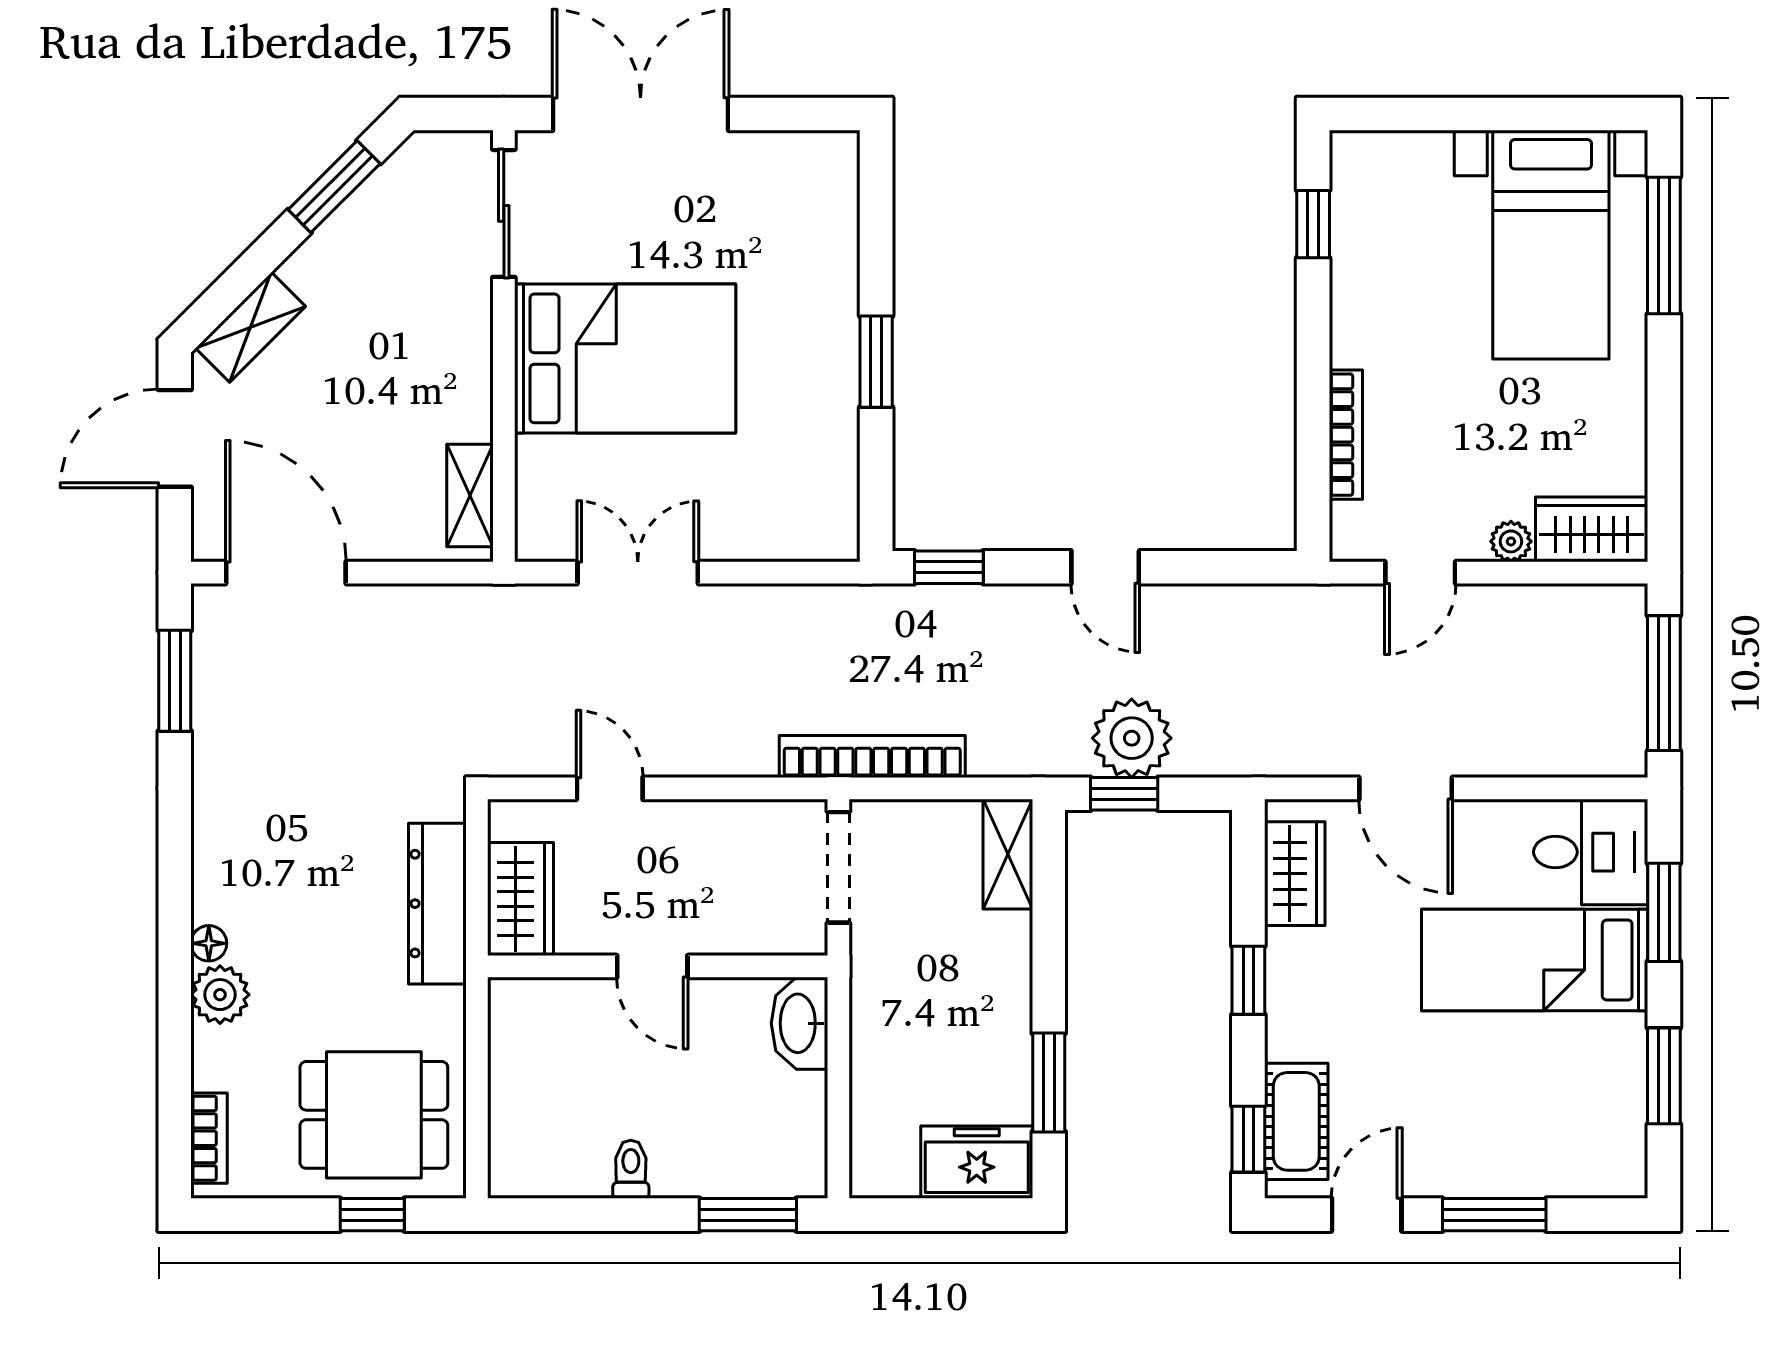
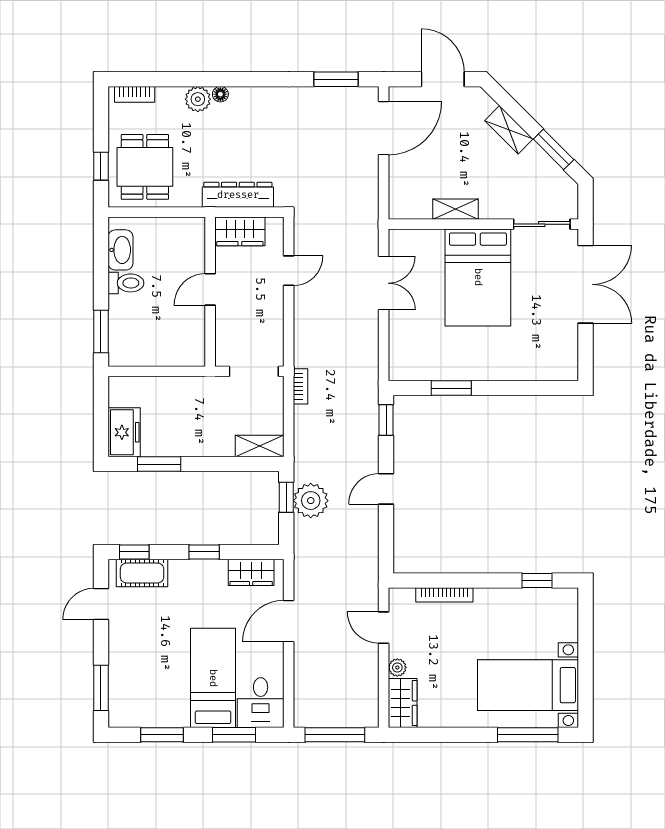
shelving: (251, 327) -> (509, 130), moved
window: (876, 362) -> (451, 388), moved
shelving: (470, 496) -> (455, 209), moved
bookcase: (872, 757) -> (300, 386), width x0.43, depth x0.76
washbasin: (799, 1023) -> (120, 250), moved, turned 90
toilet: (631, 1169) -> (126, 283), width x1.37, depth x1.39
door: (1367, 1215) -> (101, 604), swing flipped
window: (1494, 1215) -> (101, 688), moved

